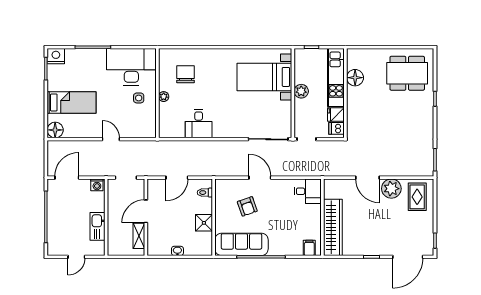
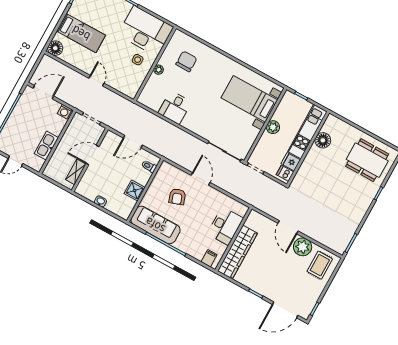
desk: (308, 191) -> (225, 226), moved, width x1.37

